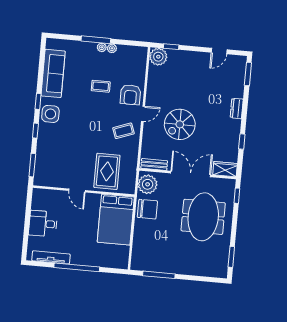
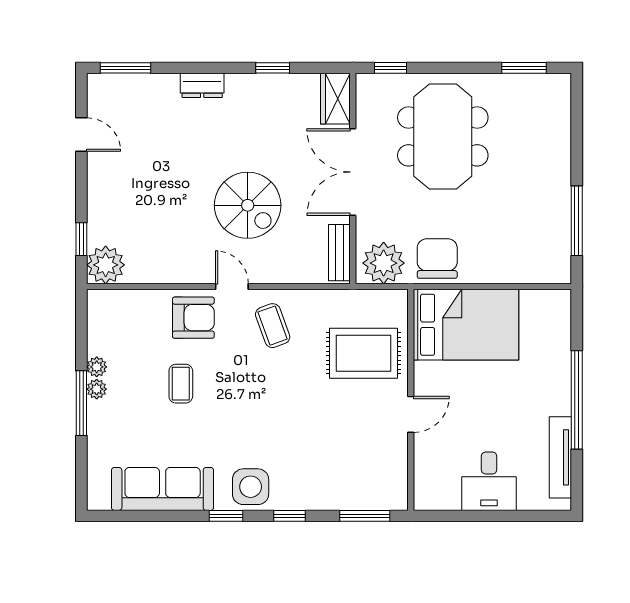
meeting table: (203, 217) -> (443, 136), turned 90

